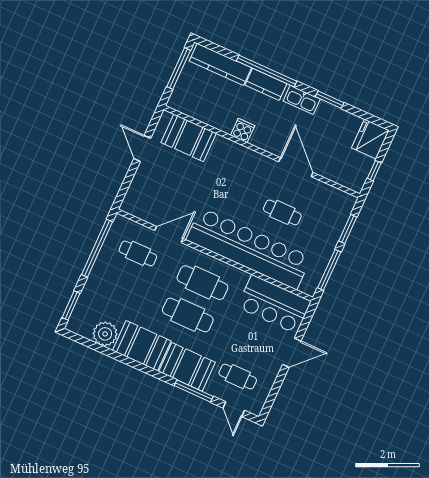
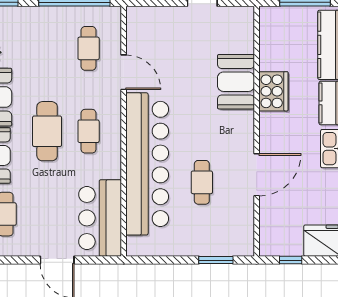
cooker: (243, 130) -> (273, 91), width x1.87, depth x1.31
booth: (189, 138) -> (236, 82), moved
window: (329, 270) -> (163, 260), removed
cafe table: (202, 283) -> (89, 131), width x0.73, depth x0.74

